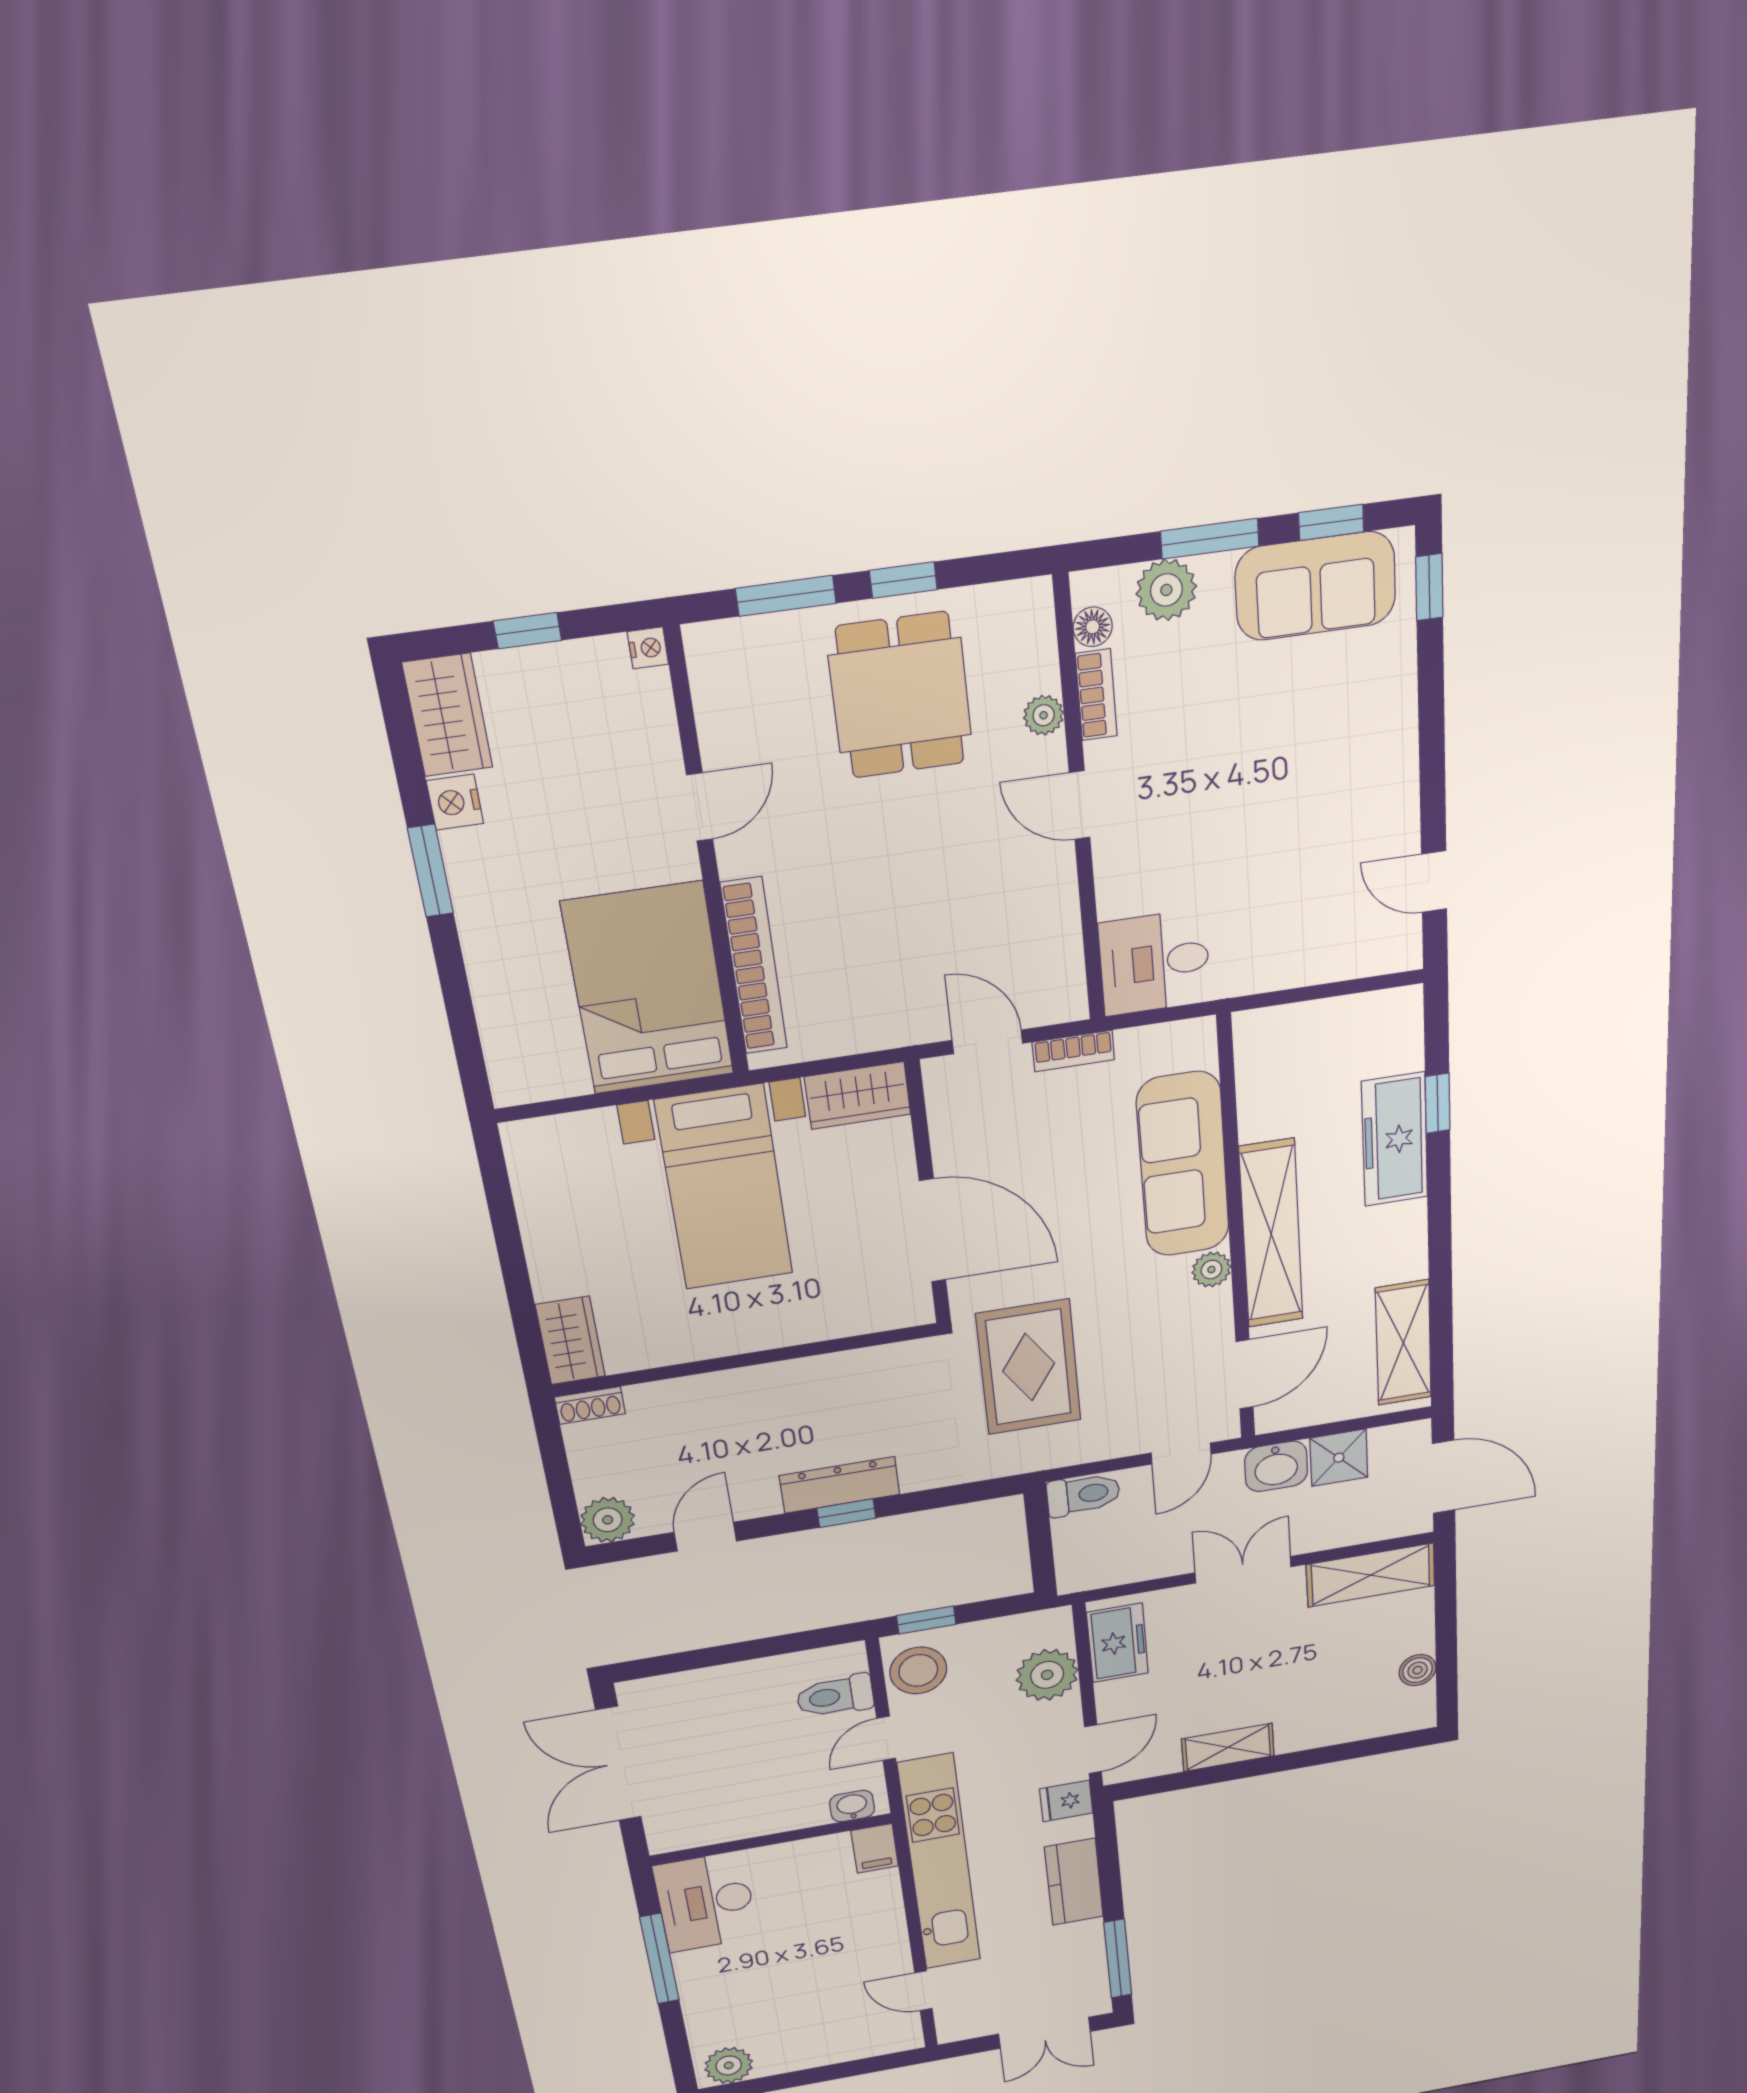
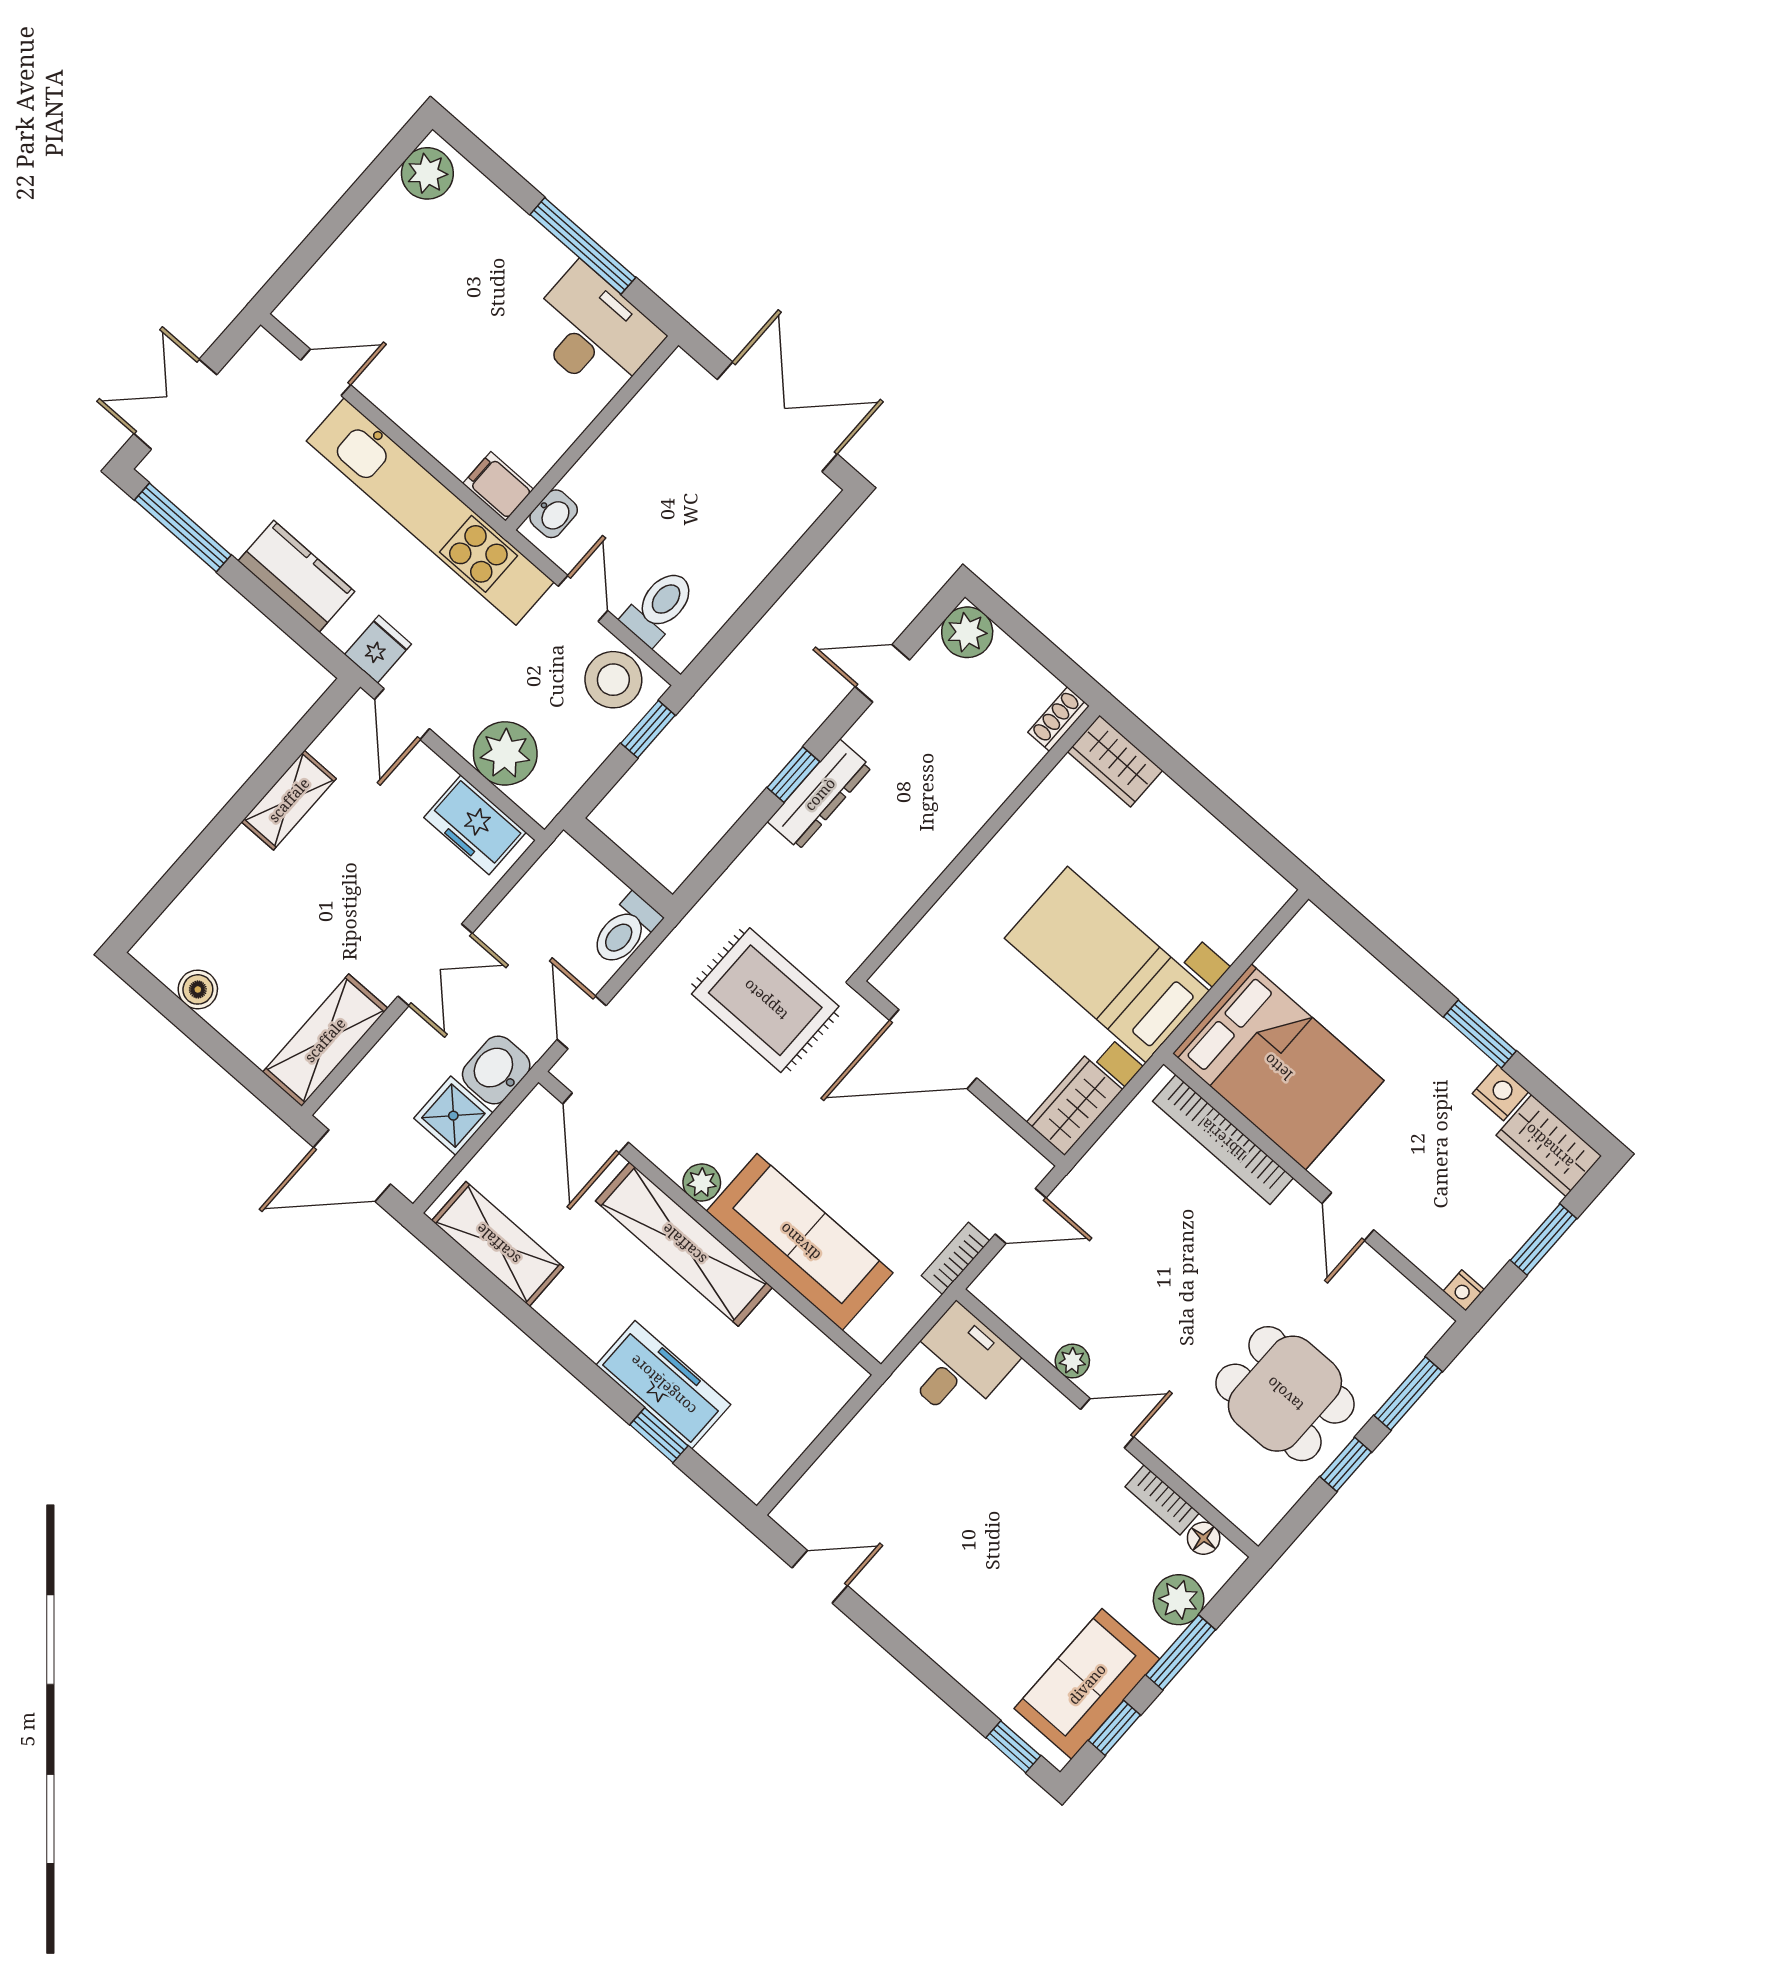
window: (527, 631) -> (1543, 1239), width x1.50
plant: (1044, 715) -> (1072, 1361), moved
door: (705, 1537) -> (882, 673), swing flipped

